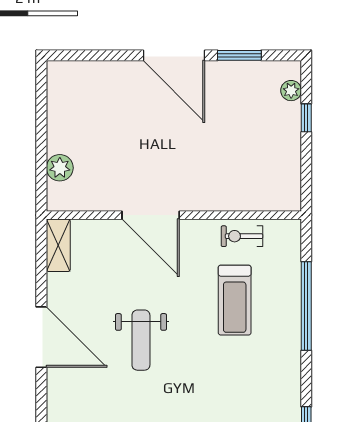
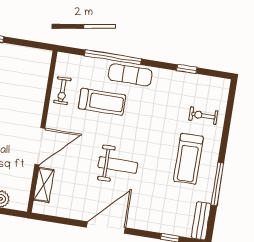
shelving: (58, 245) -> (44, 185), moved, turned 90
exercise mat: (283, 337) -> (130, 75), added

